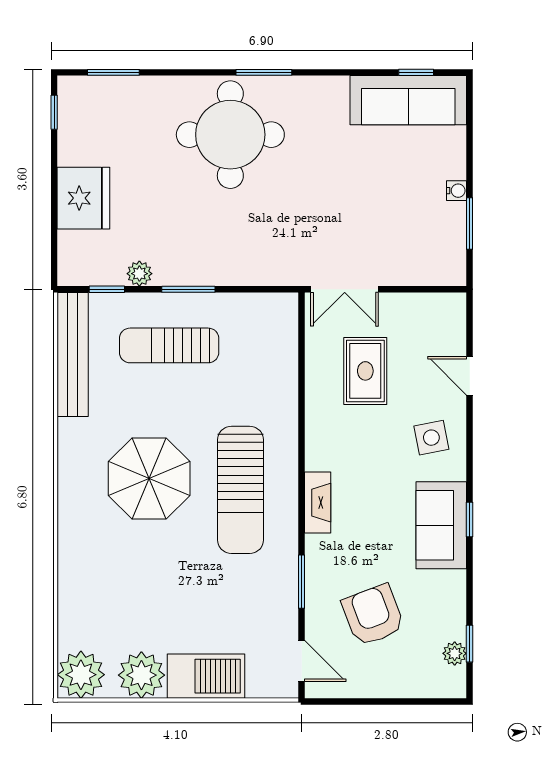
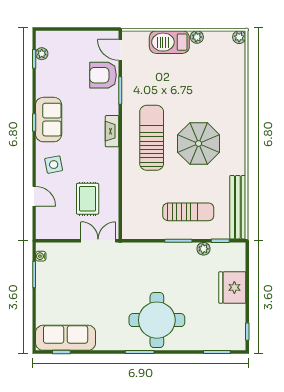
water cooler: (456, 191) -> (41, 256), moved
armchair: (373, 615) -> (103, 75), moved, turned 111
plant: (81, 675) -> (239, 37), width x0.53, depth x0.53
plant: (141, 675) -> (197, 37), width x0.53, depth x0.53

